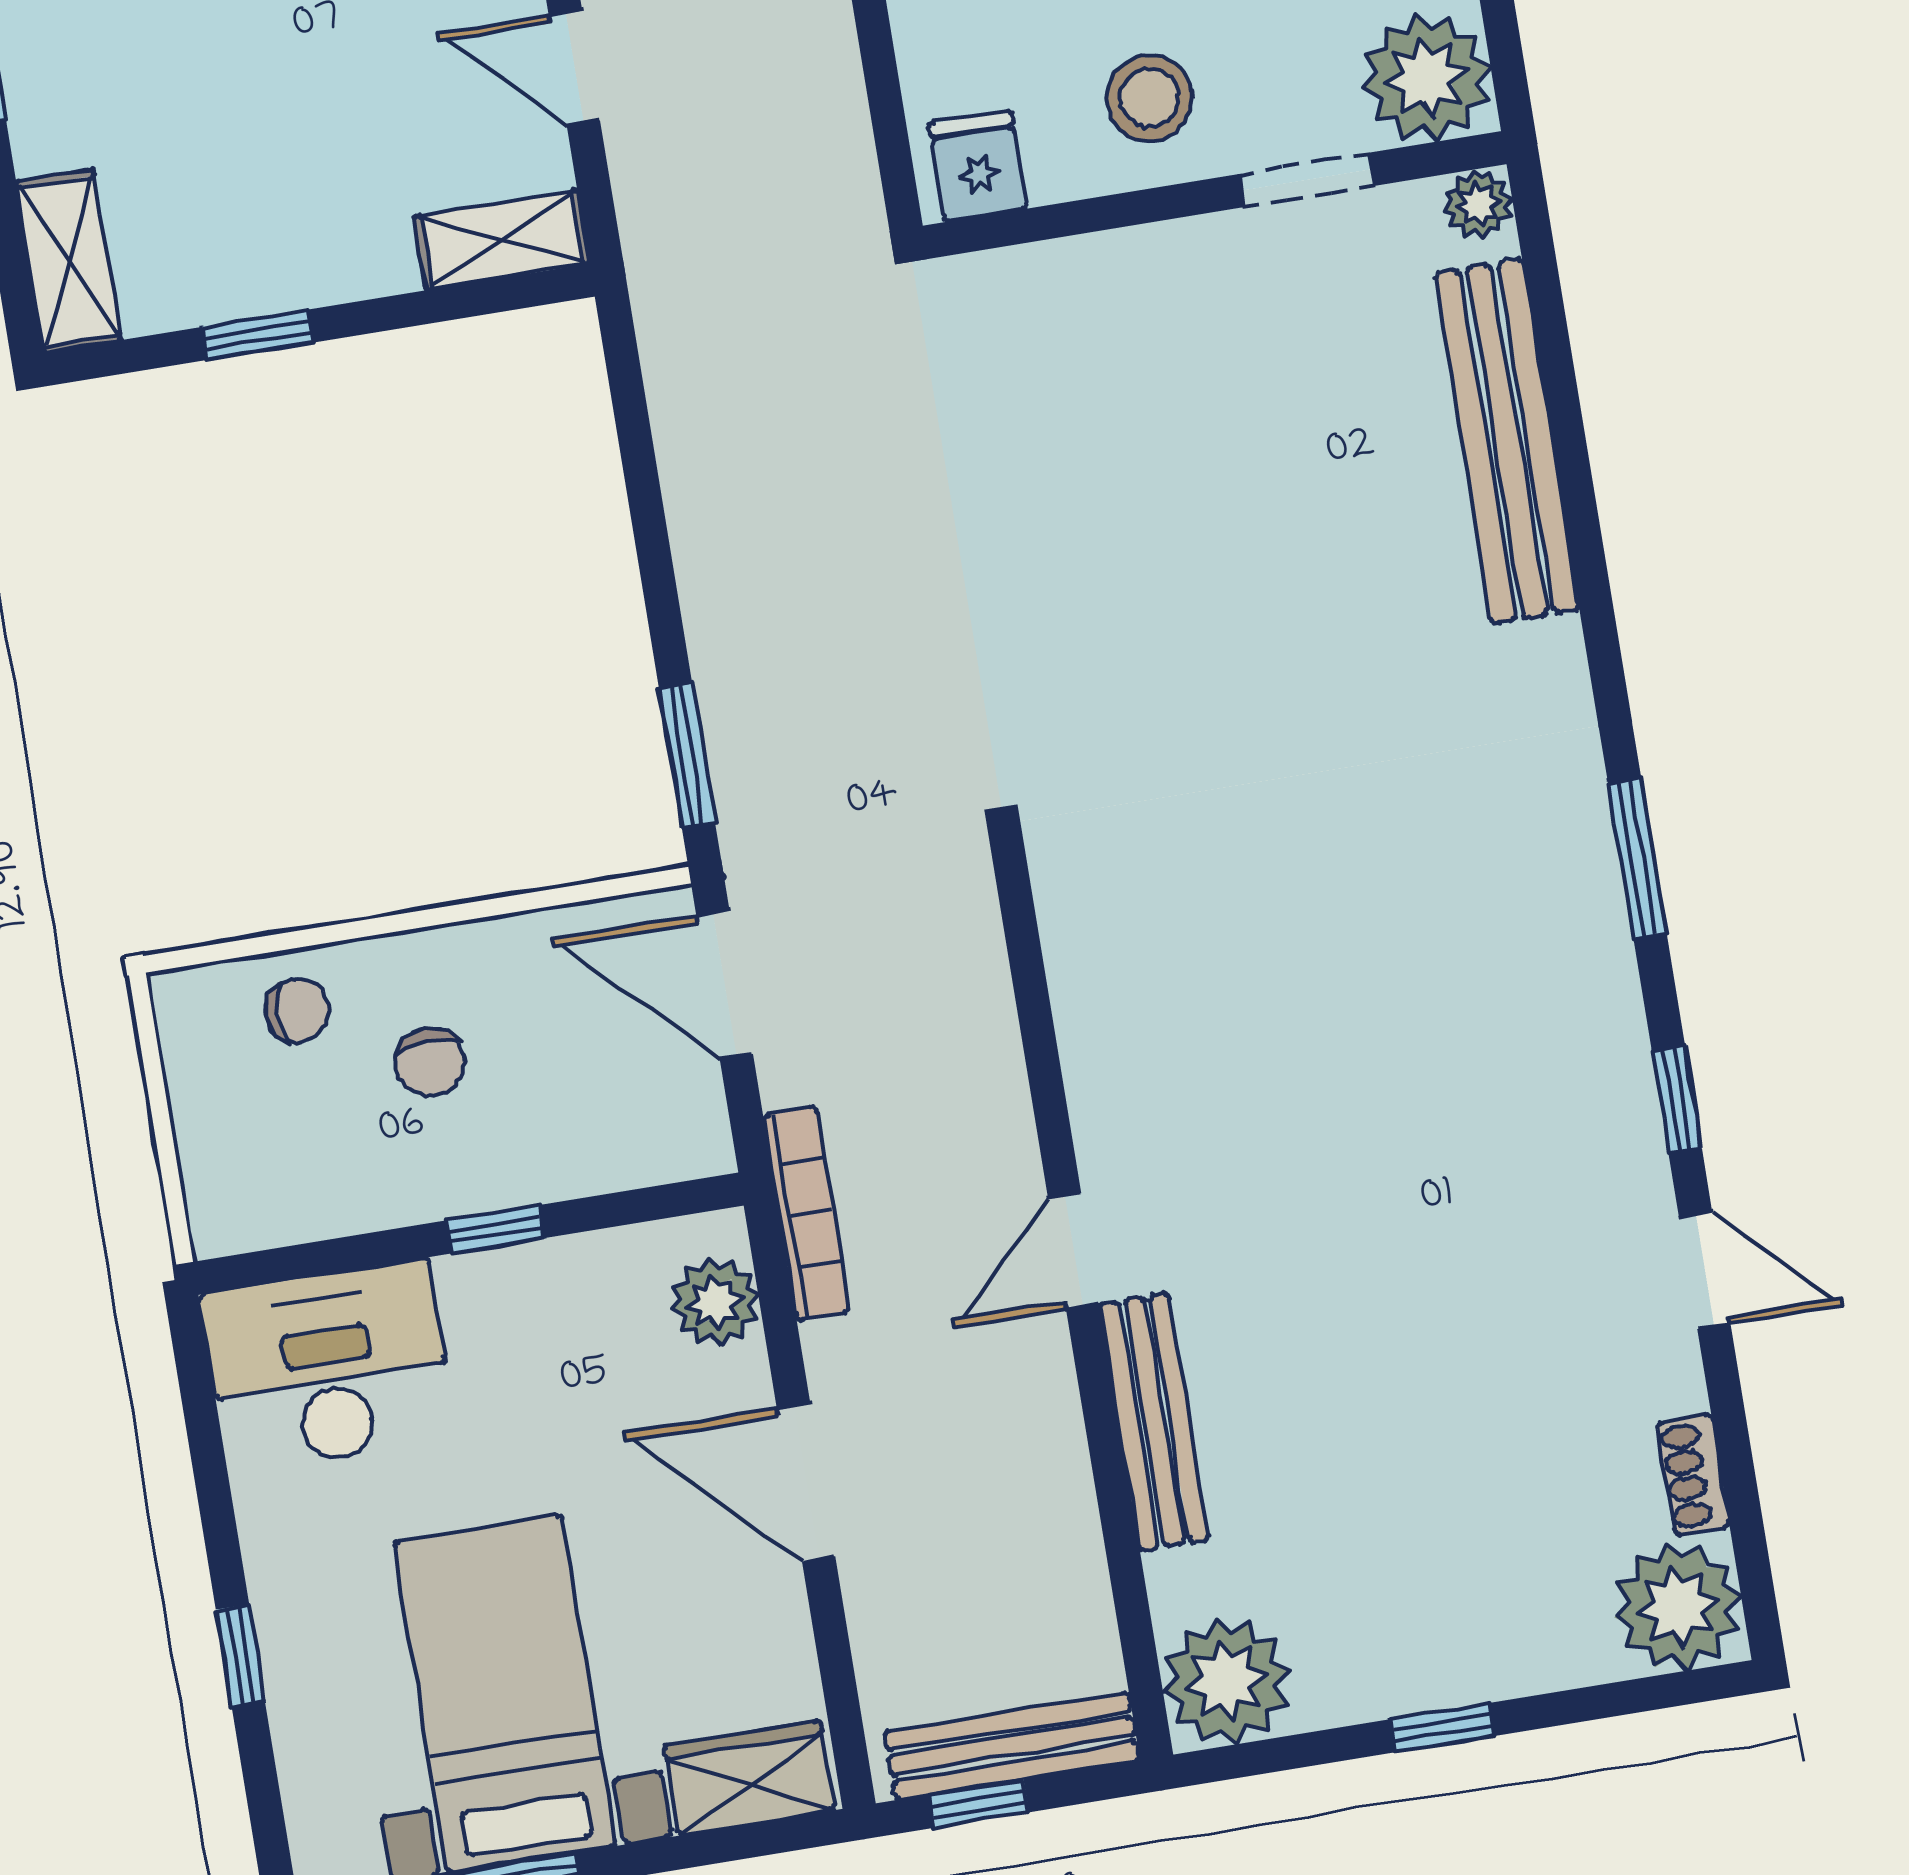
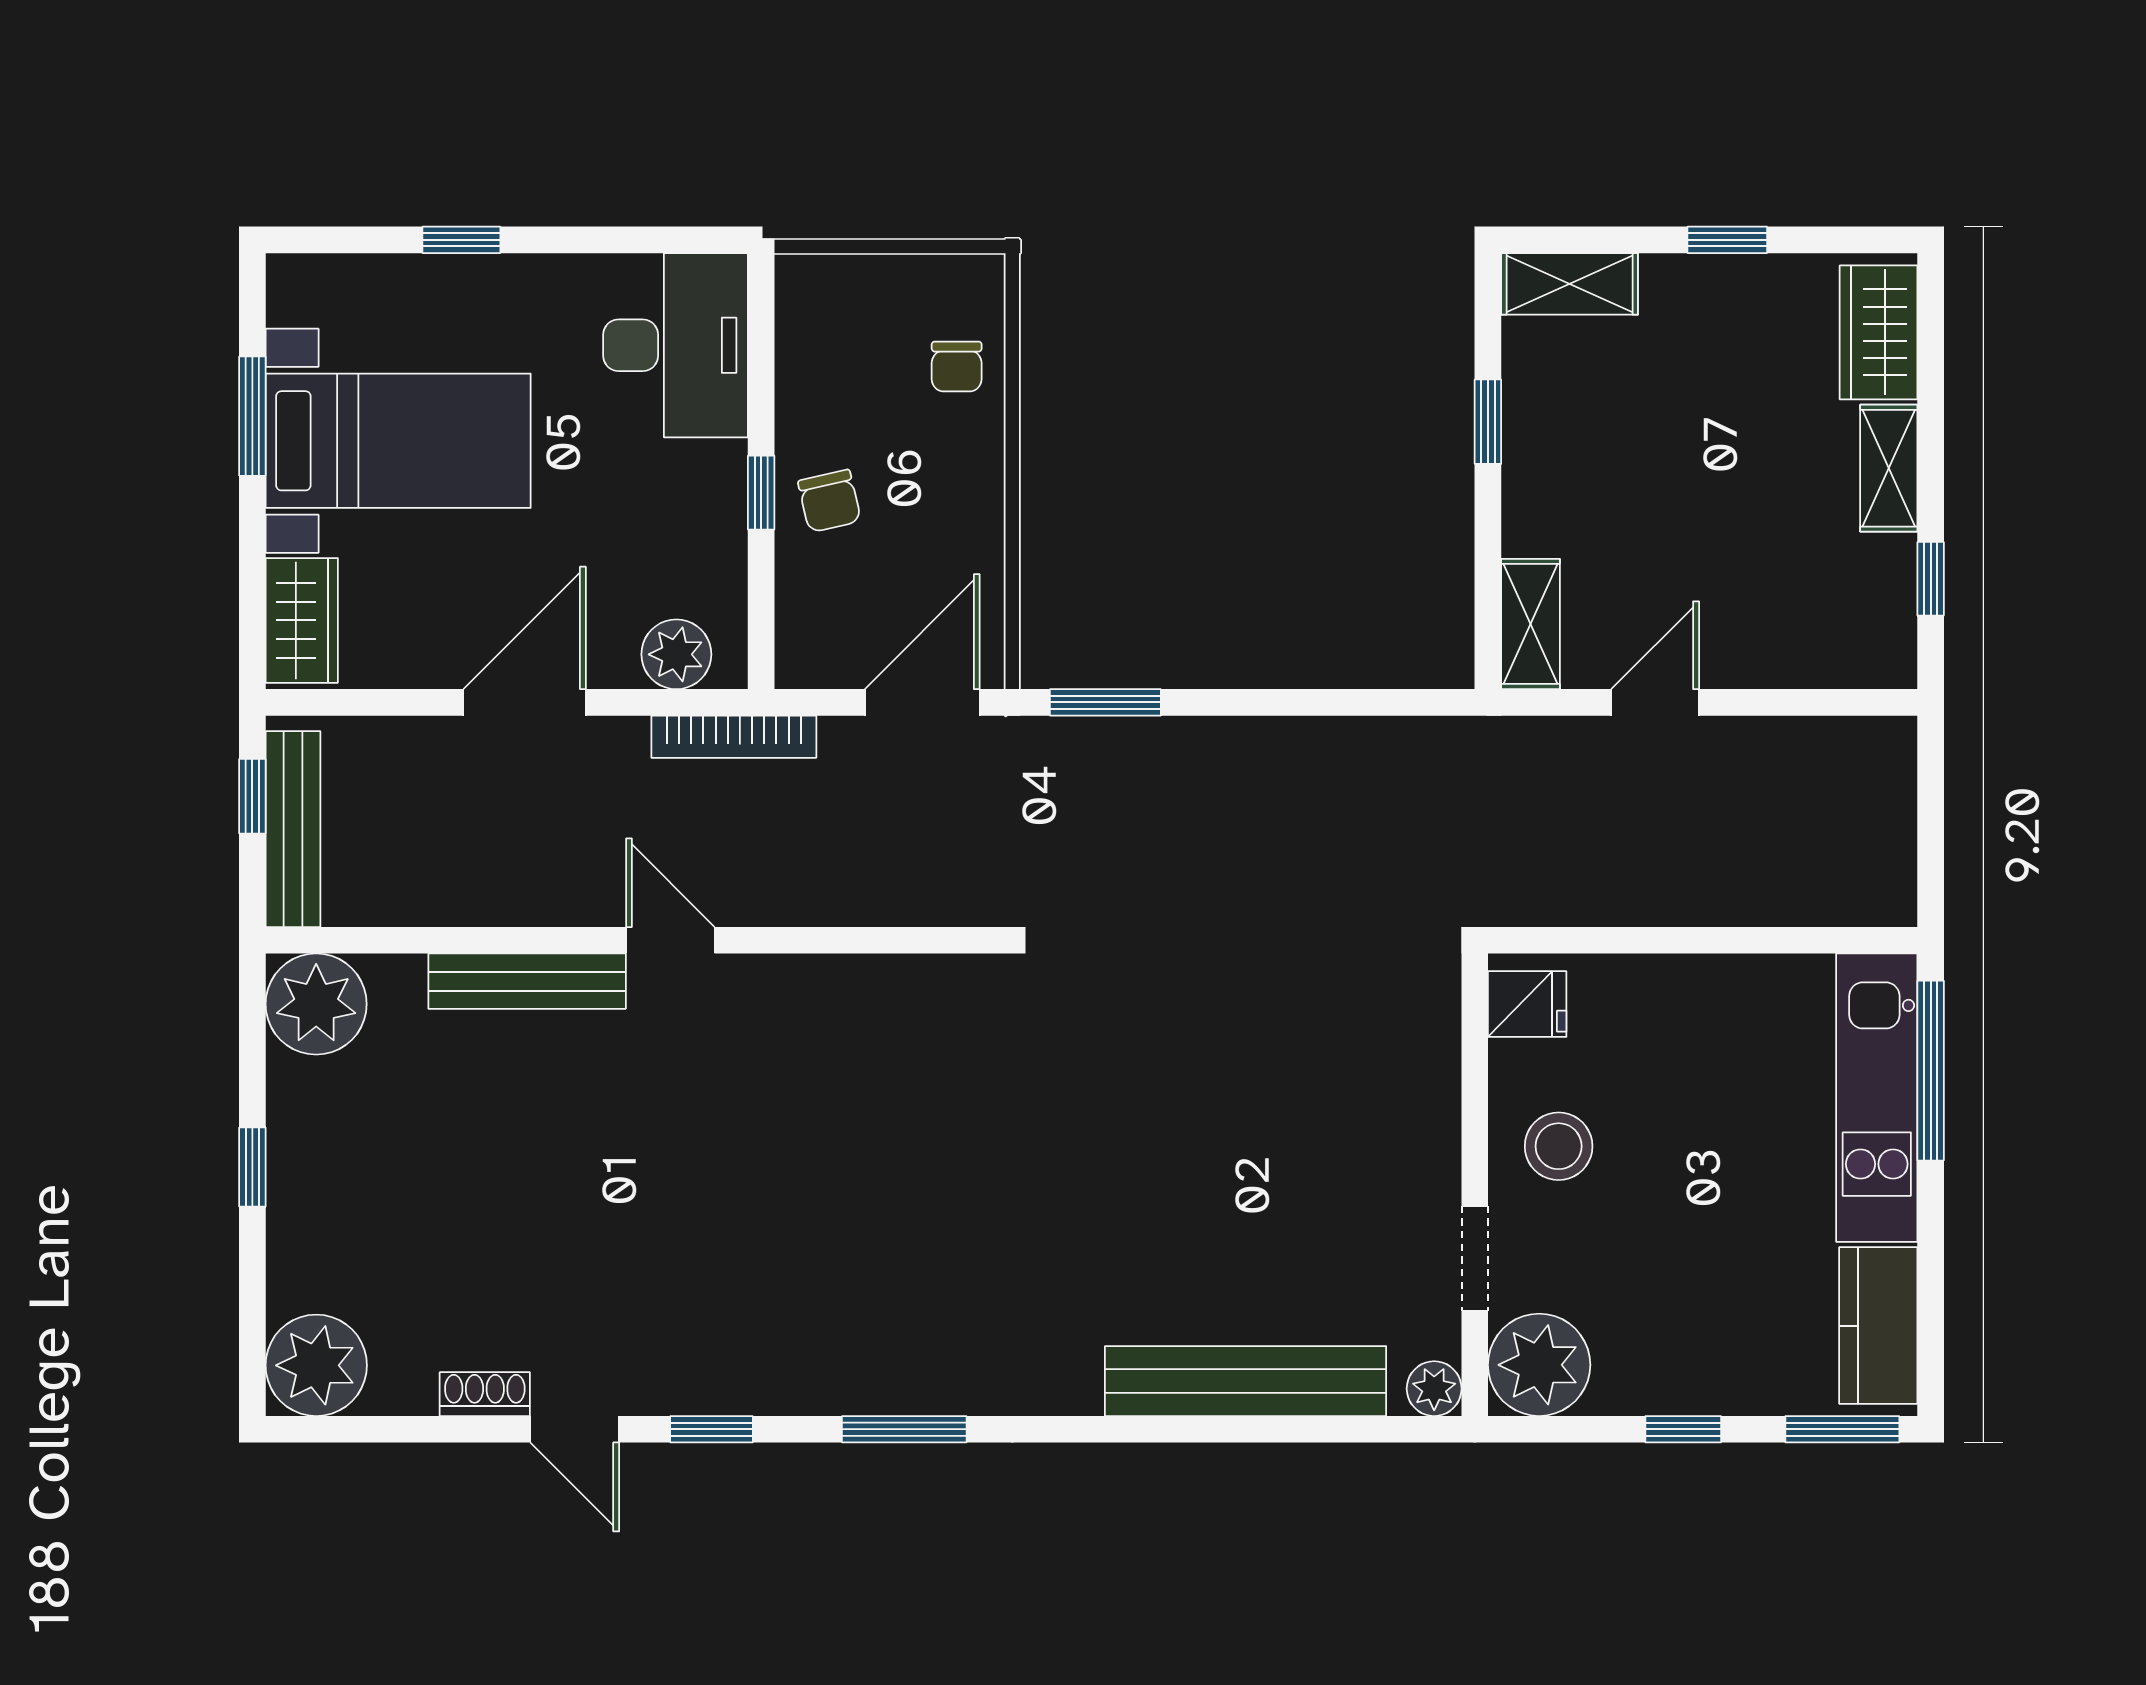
chair: (430, 1062) -> (829, 501), moved, turned -103
door: (1705, 1271) -> (575, 1429), hinge flipped
shoe rack: (1693, 1475) -> (485, 1394), moved

